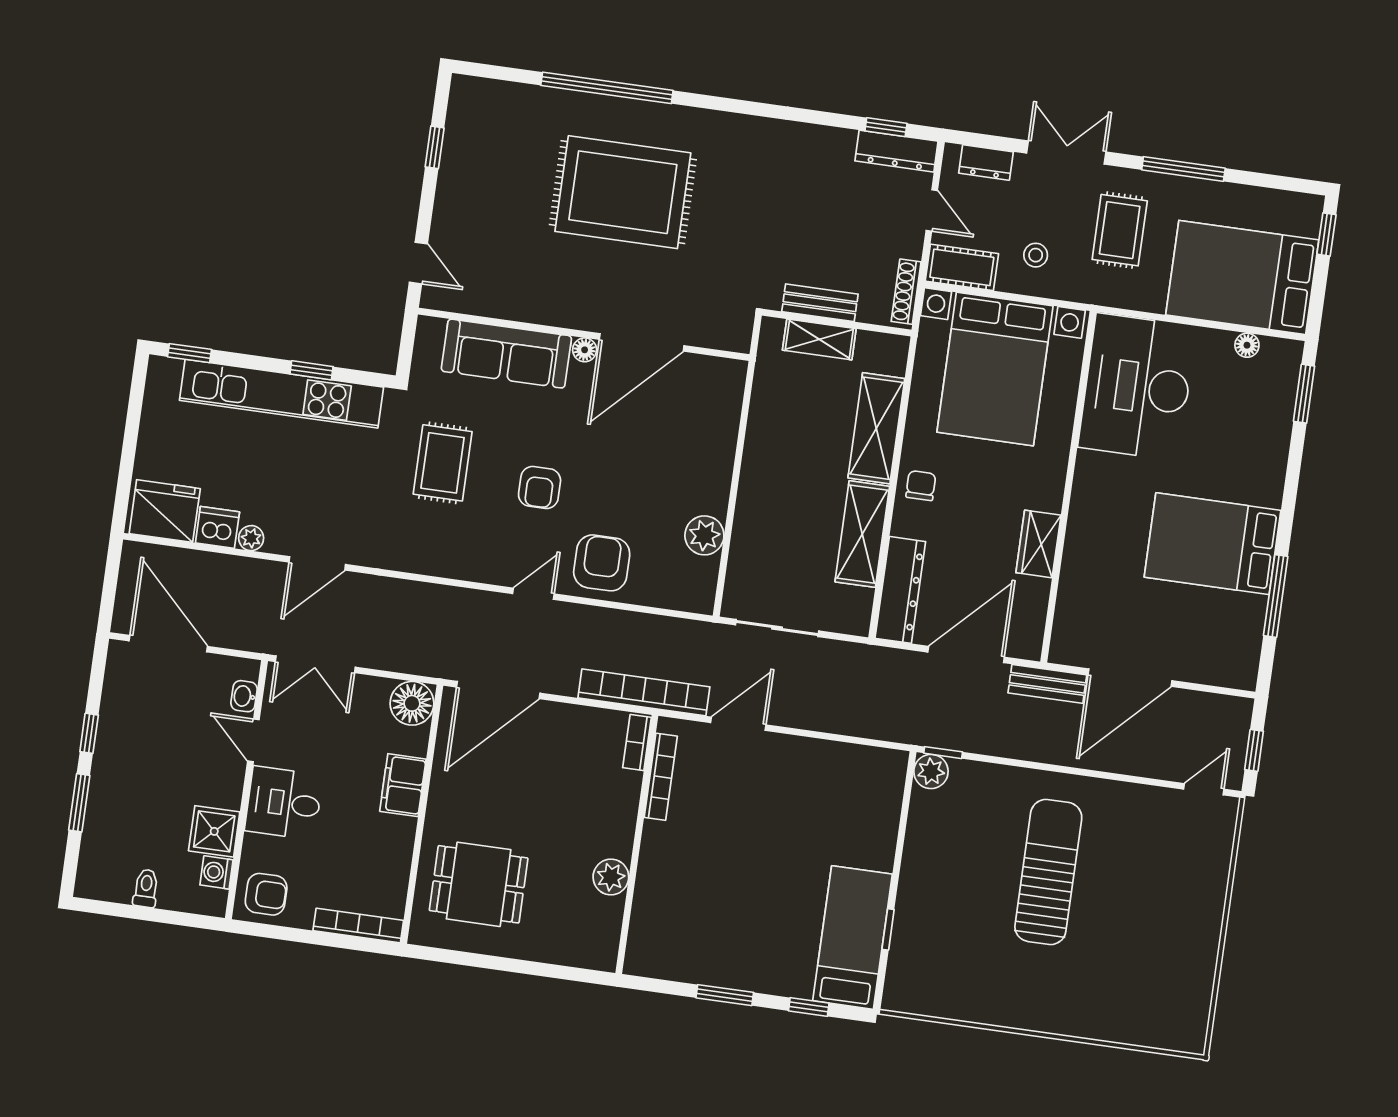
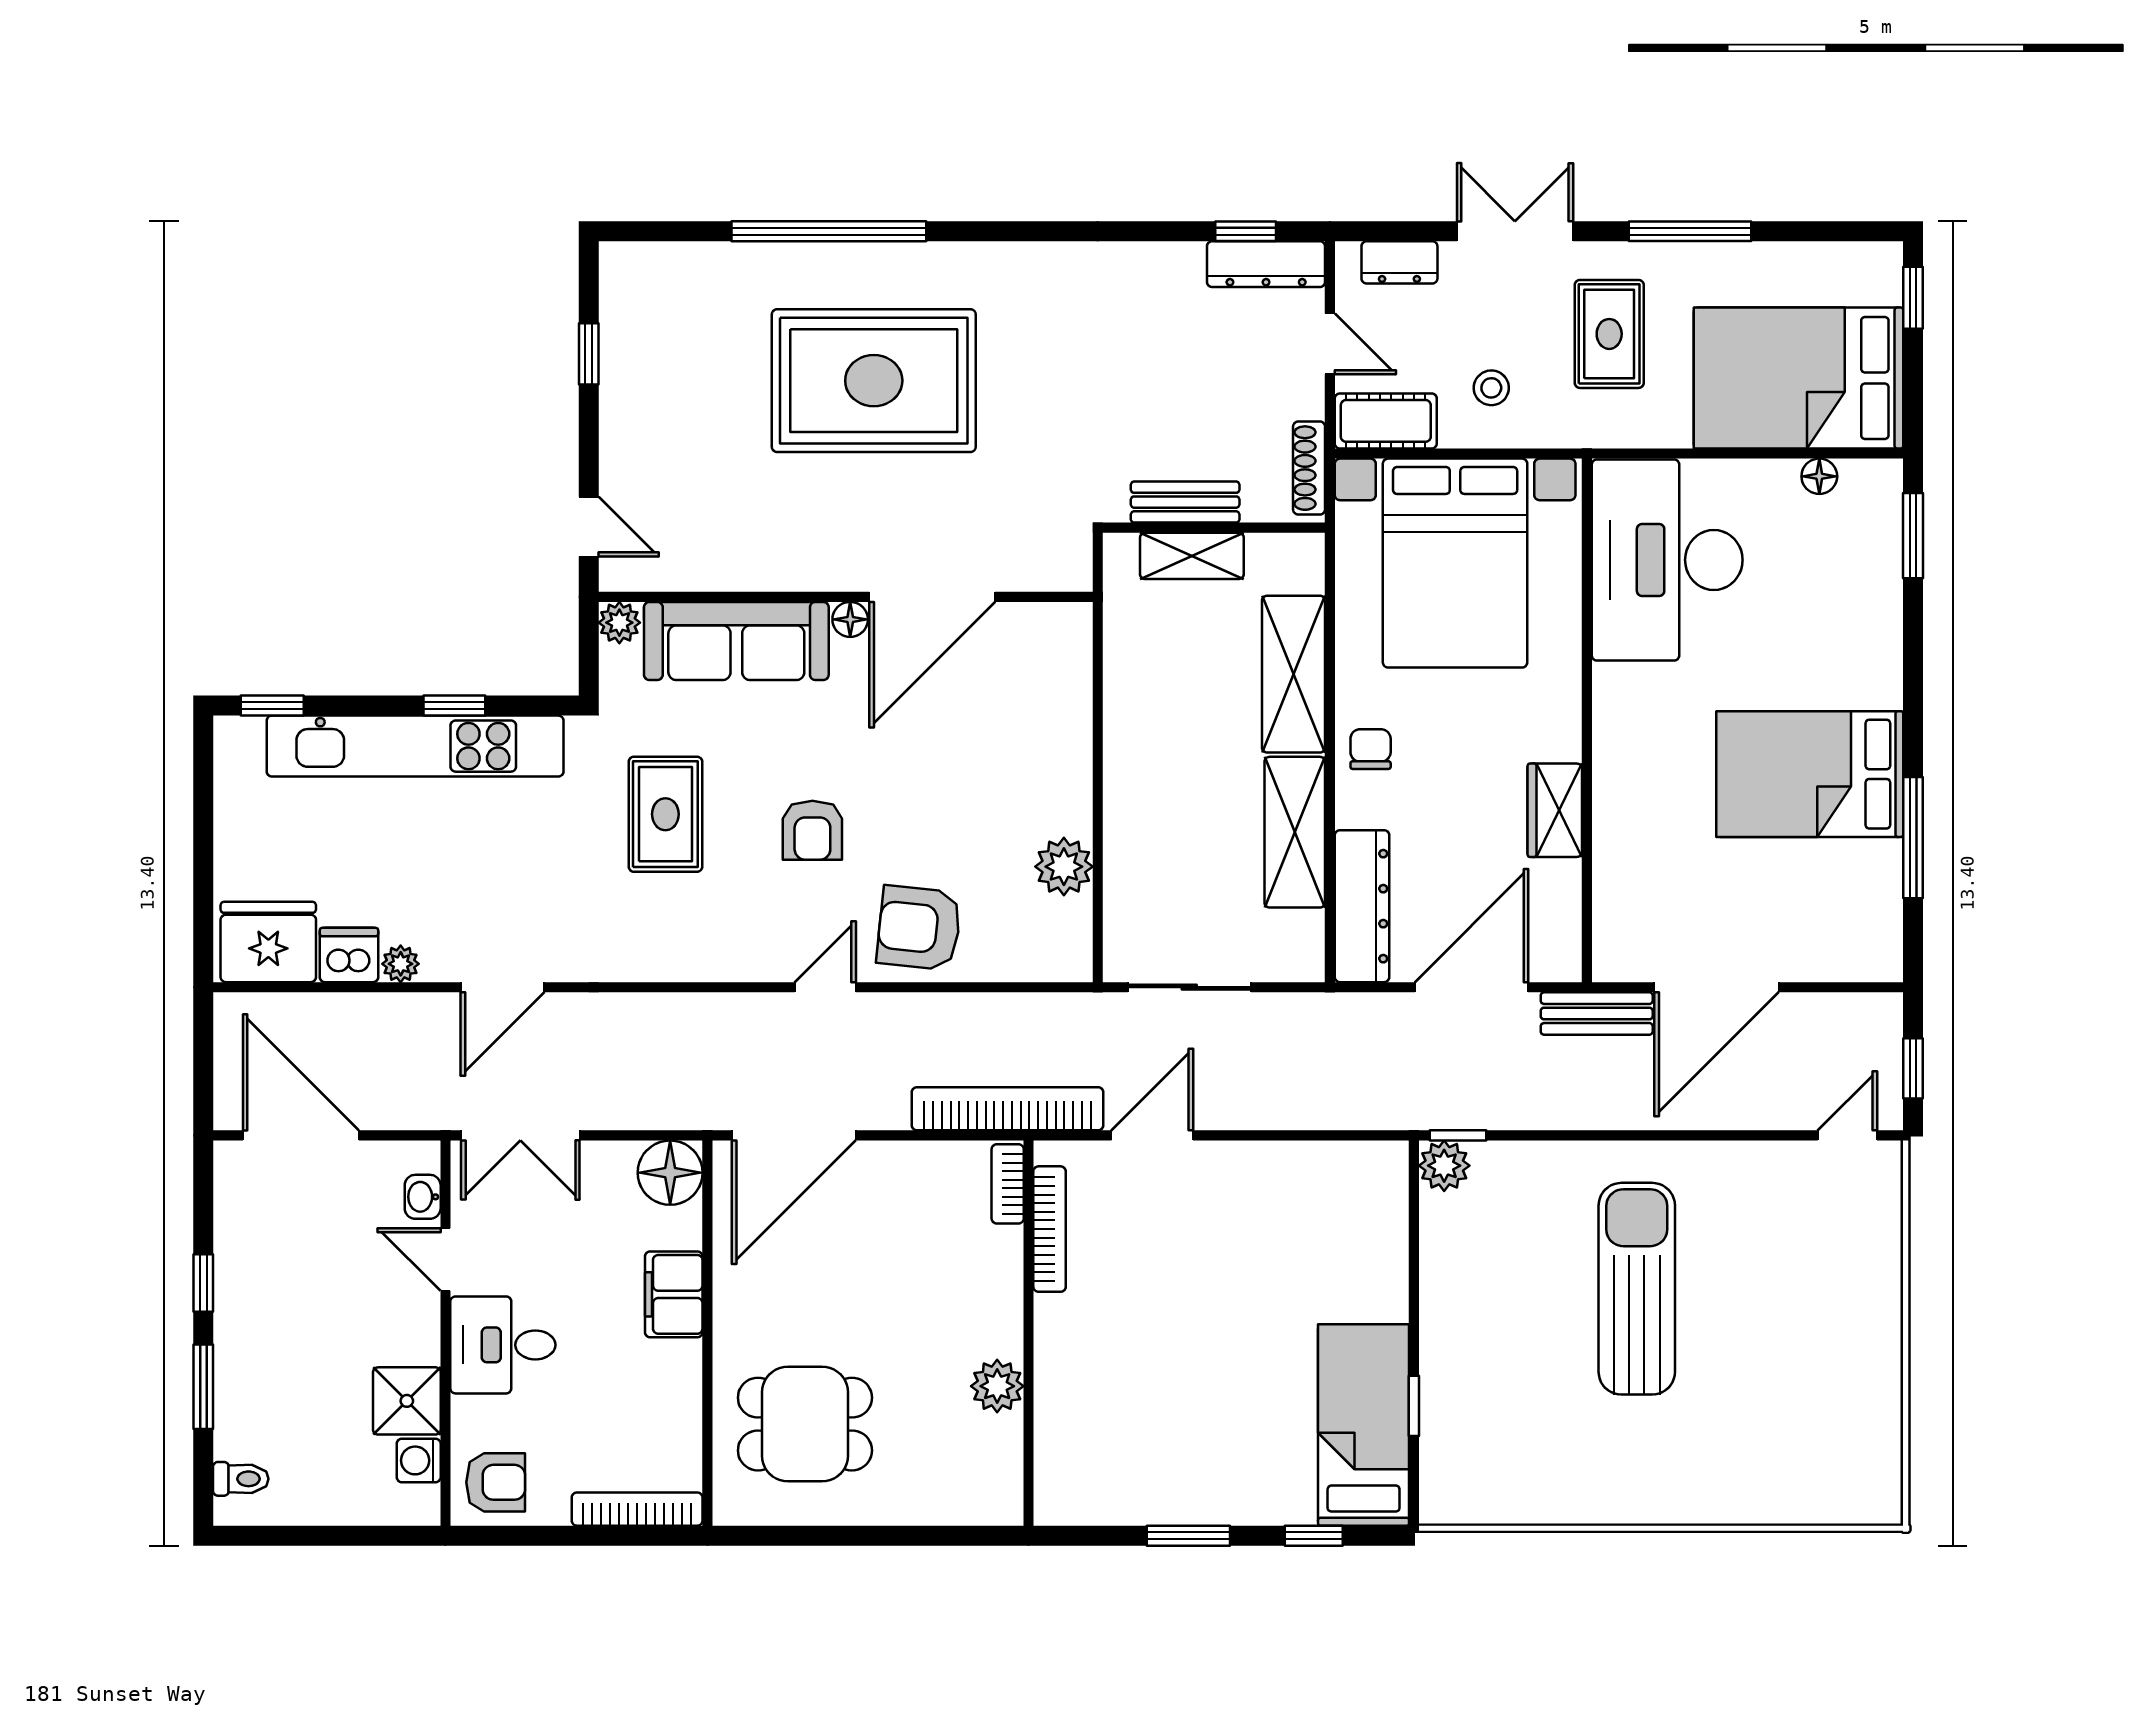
plant: (430, 330) -> (619, 623), added
armchair: (602, 563) -> (919, 928), turned -84
toilet: (146, 888) -> (241, 1479), moved, turned 90

